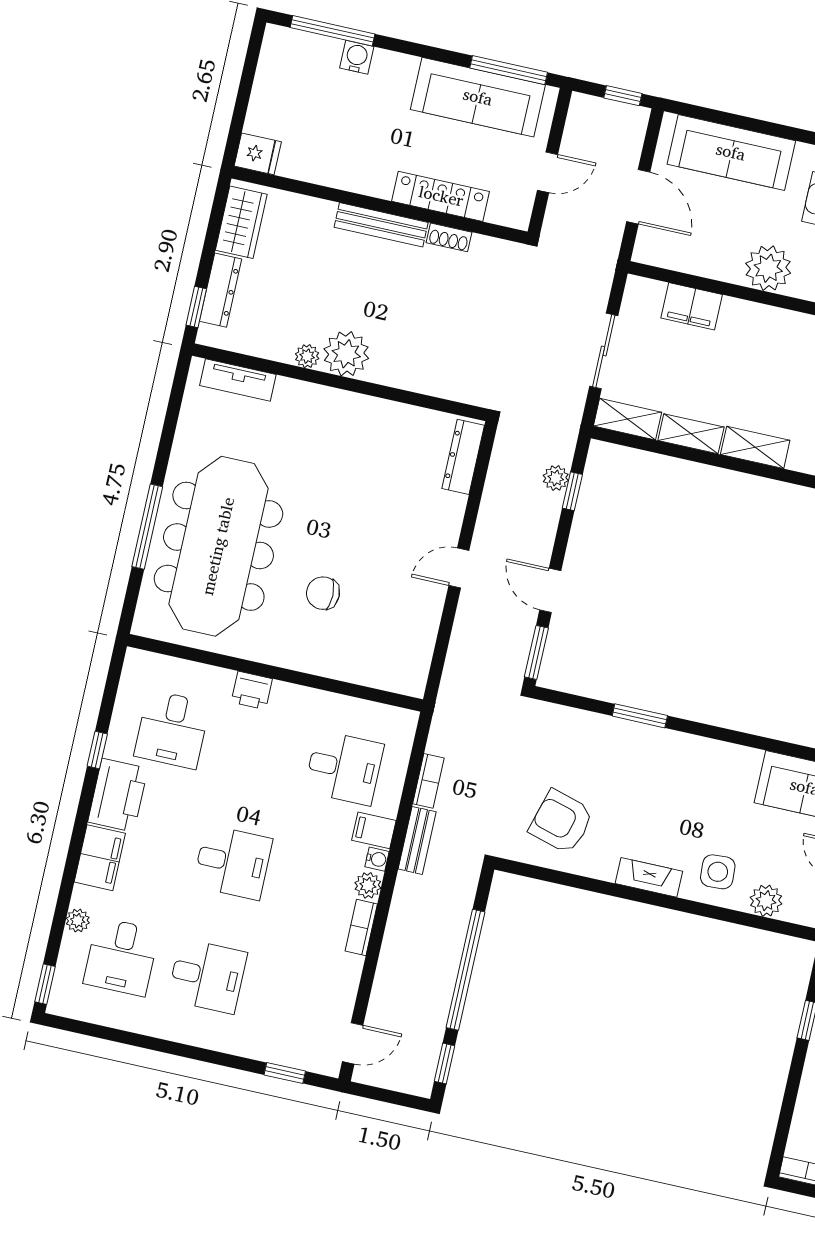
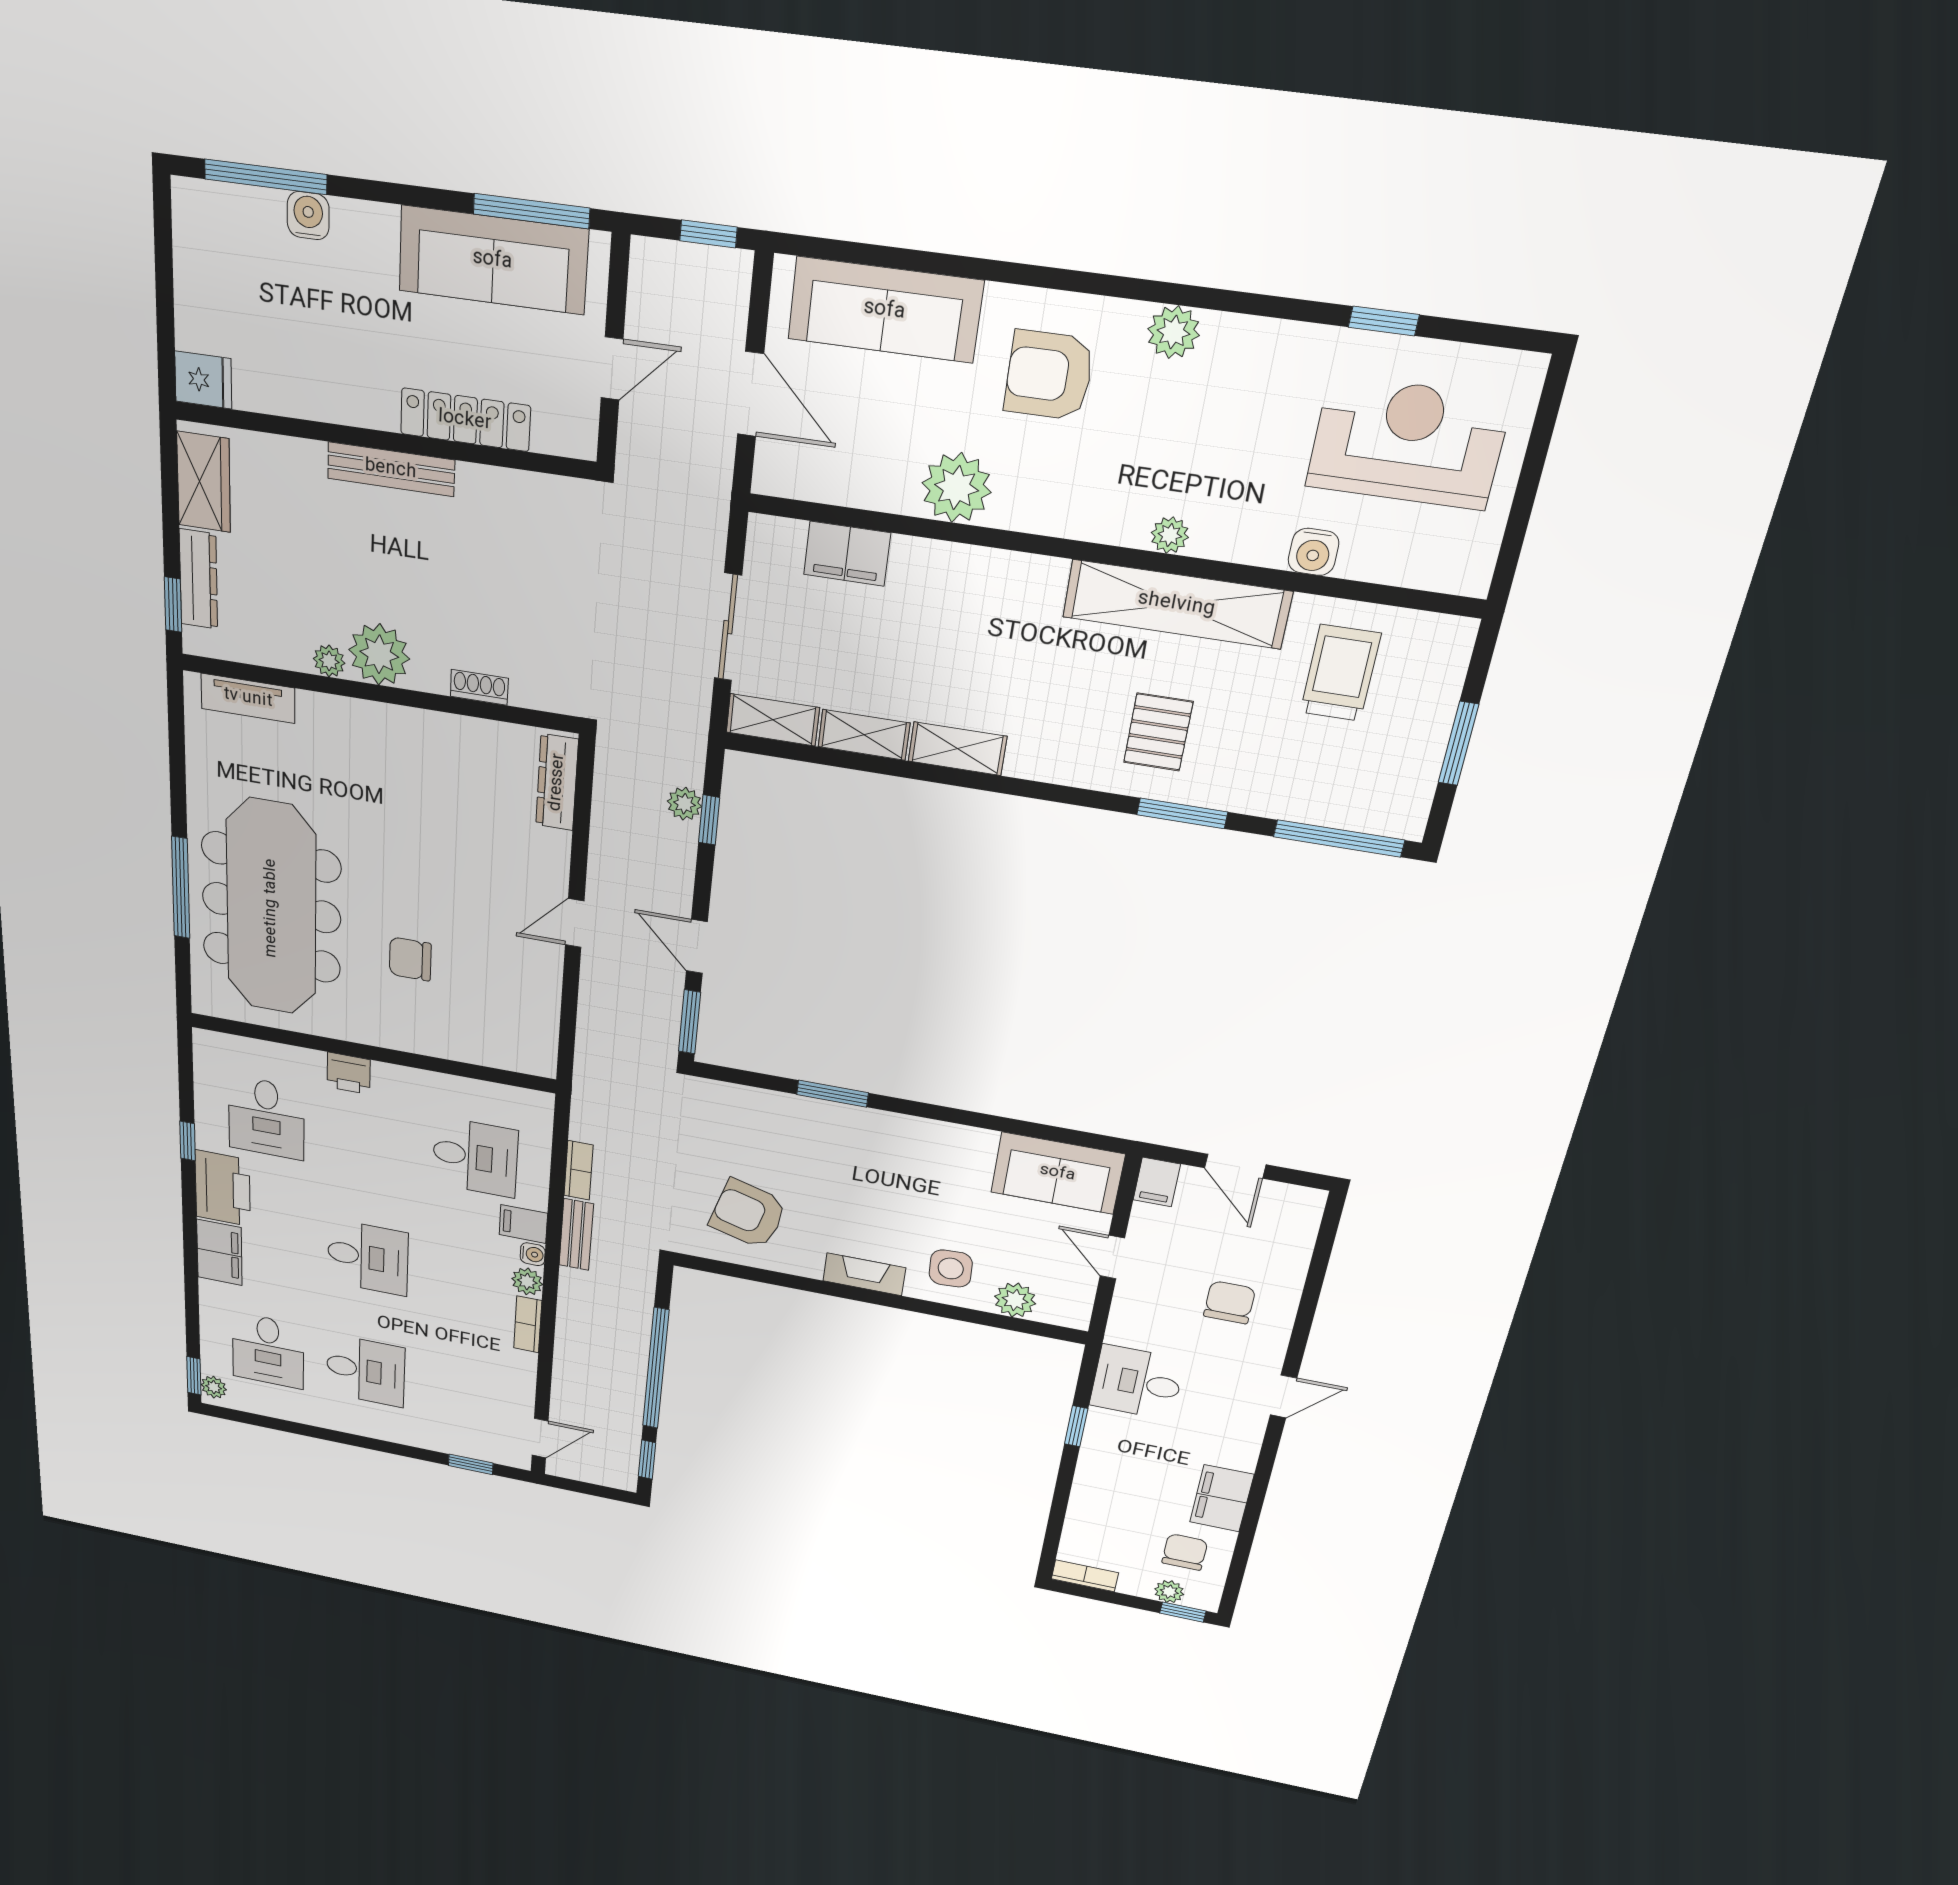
shoe rack: (449, 237) -> (479, 687), moved, turned 180
plant: (78, 921) -> (214, 1387), moved

